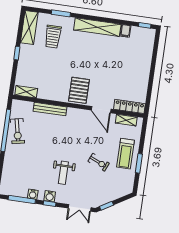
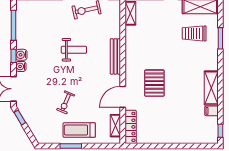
shelving: (97, 27) -> (211, 88), width x0.68
pallet: (79, 90) -> (154, 83), moved, turned 90
bench: (50, 109) -> (115, 56), moved
weight bench: (63, 173) -> (74, 50), moved, turned 180
water cooler: (33, 194) -> (21, 66), moved

